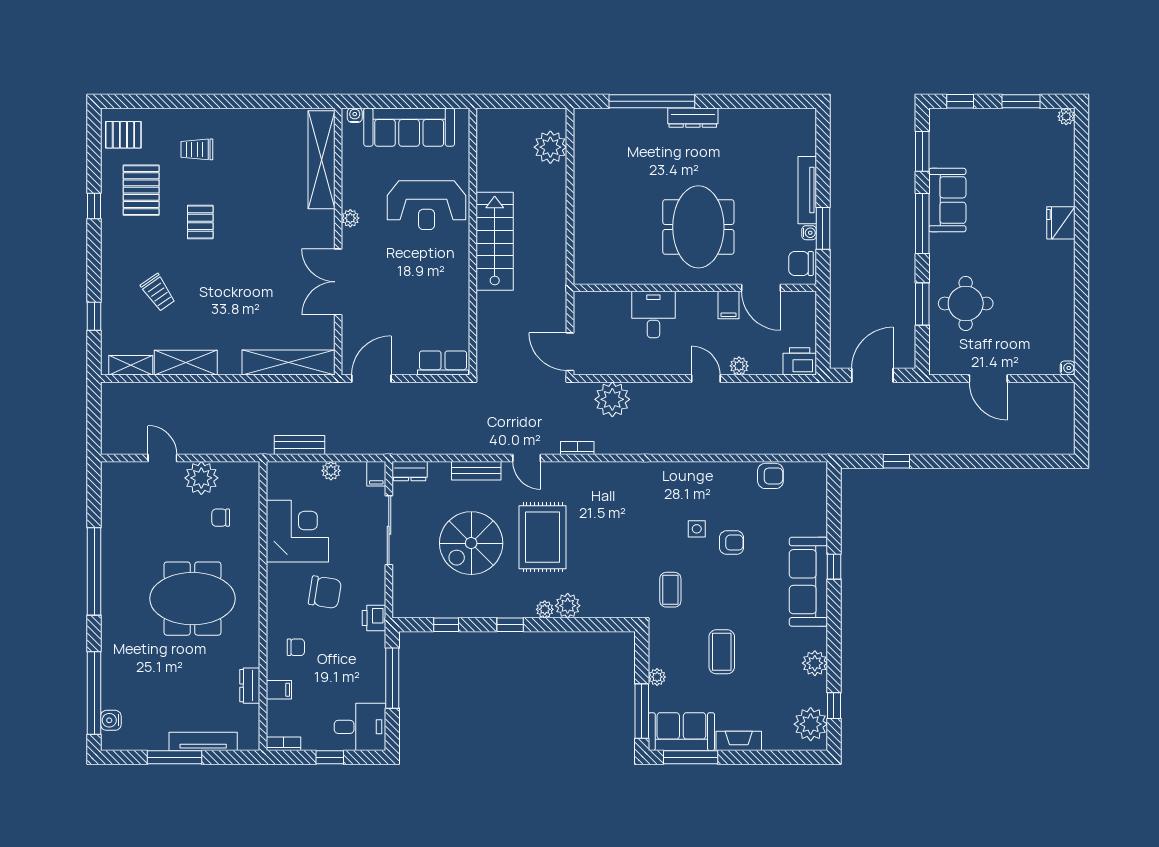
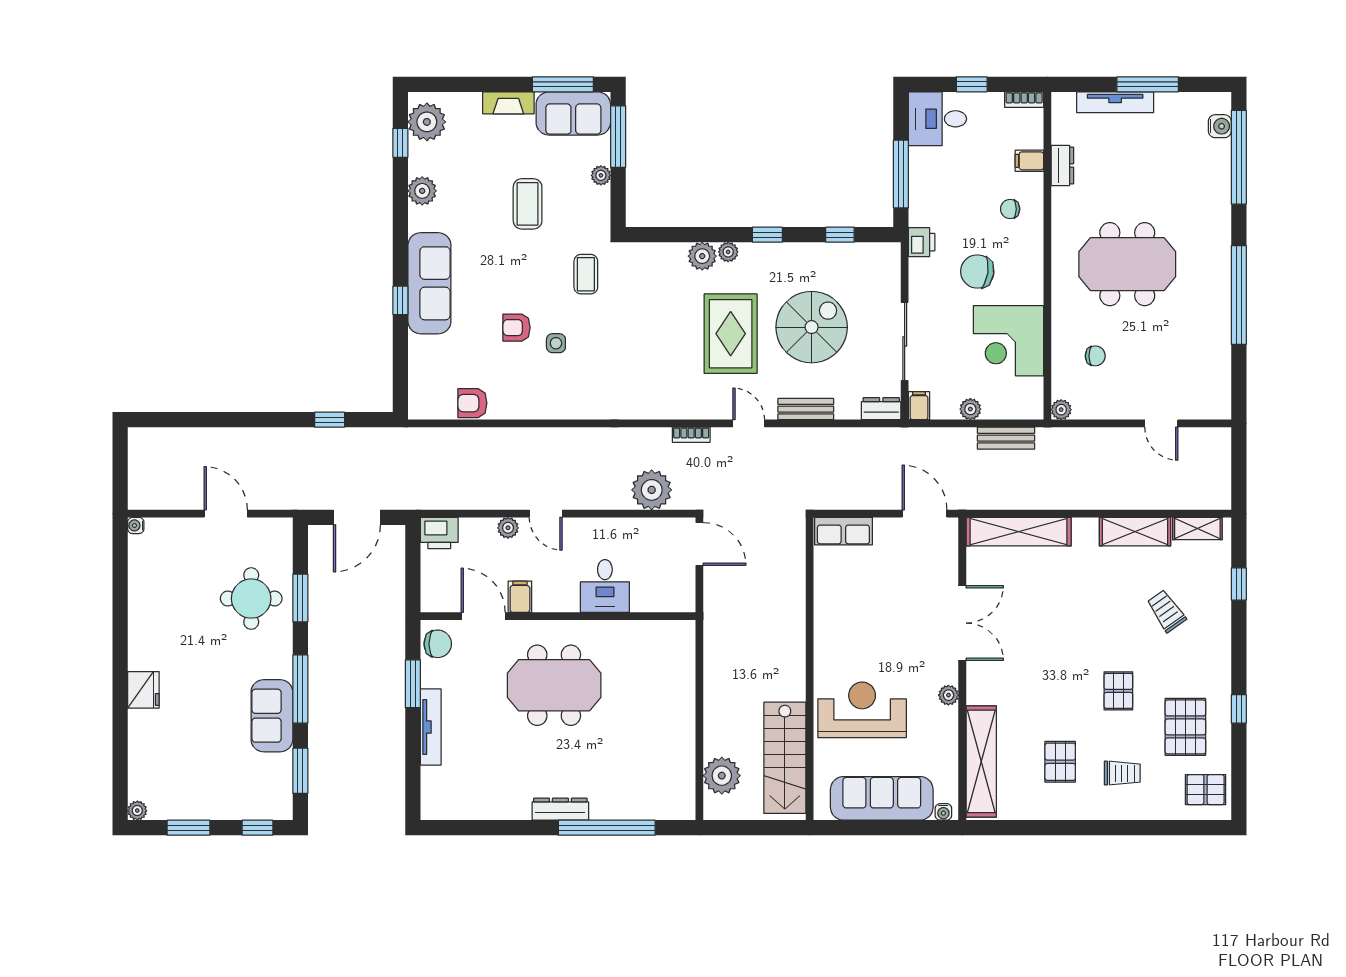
pallet: (252, 159) -> (1060, 762), added
meeting table: (698, 227) -> (554, 685), turned 90
water cooler: (809, 233) -> (429, 679), removed
stairs: (495, 241) -> (785, 758), moved
door: (371, 378) -> (925, 514), swing flipped
plant: (201, 478) -> (1061, 410), moved, width x0.53, depth x0.53

